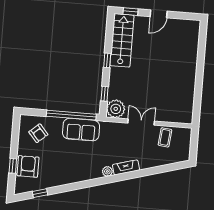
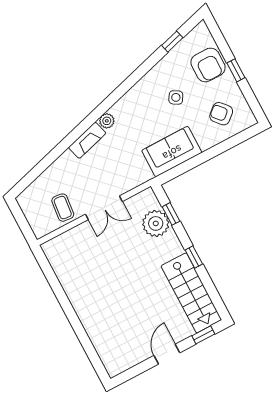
plant: (116, 109) -> (156, 223), moved
window: (71, 115) -> (195, 162), removed
side table: (59, 159) -> (176, 97), added
window: (13, 166) -> (236, 70), moved

